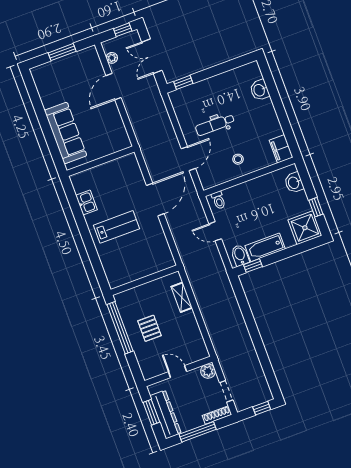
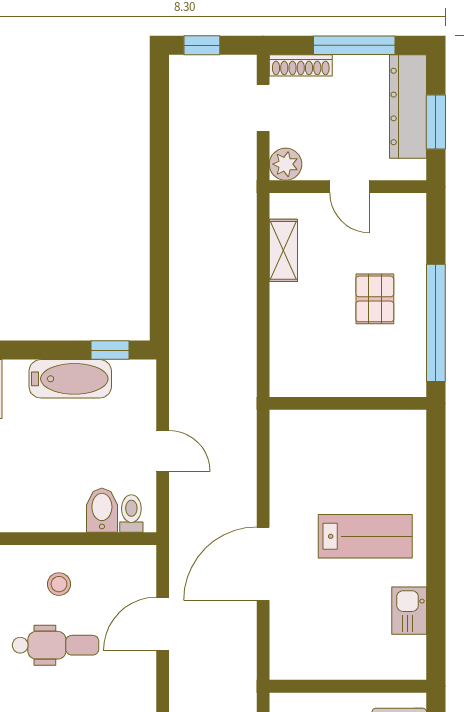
dental chair: (215, 125) -> (56, 645), moved
lab bench: (117, 227) -> (365, 536), turned 180
bidet: (240, 255) -> (102, 510), moved, turned 180
shelving: (182, 297) -> (283, 250), moved

